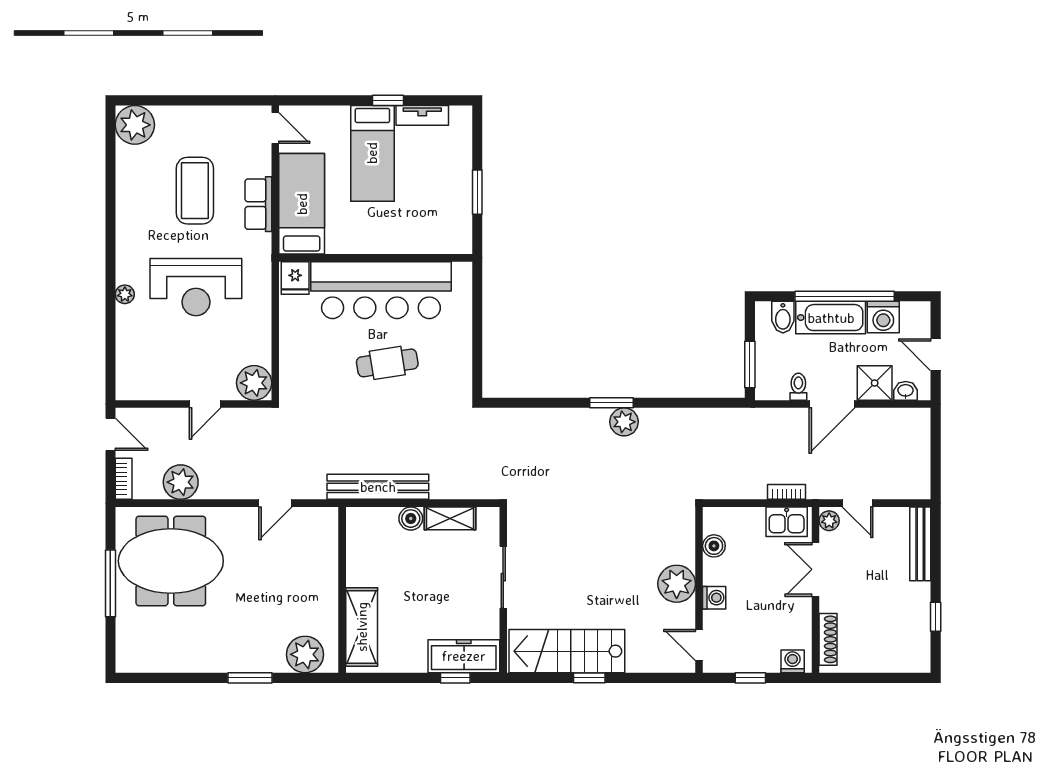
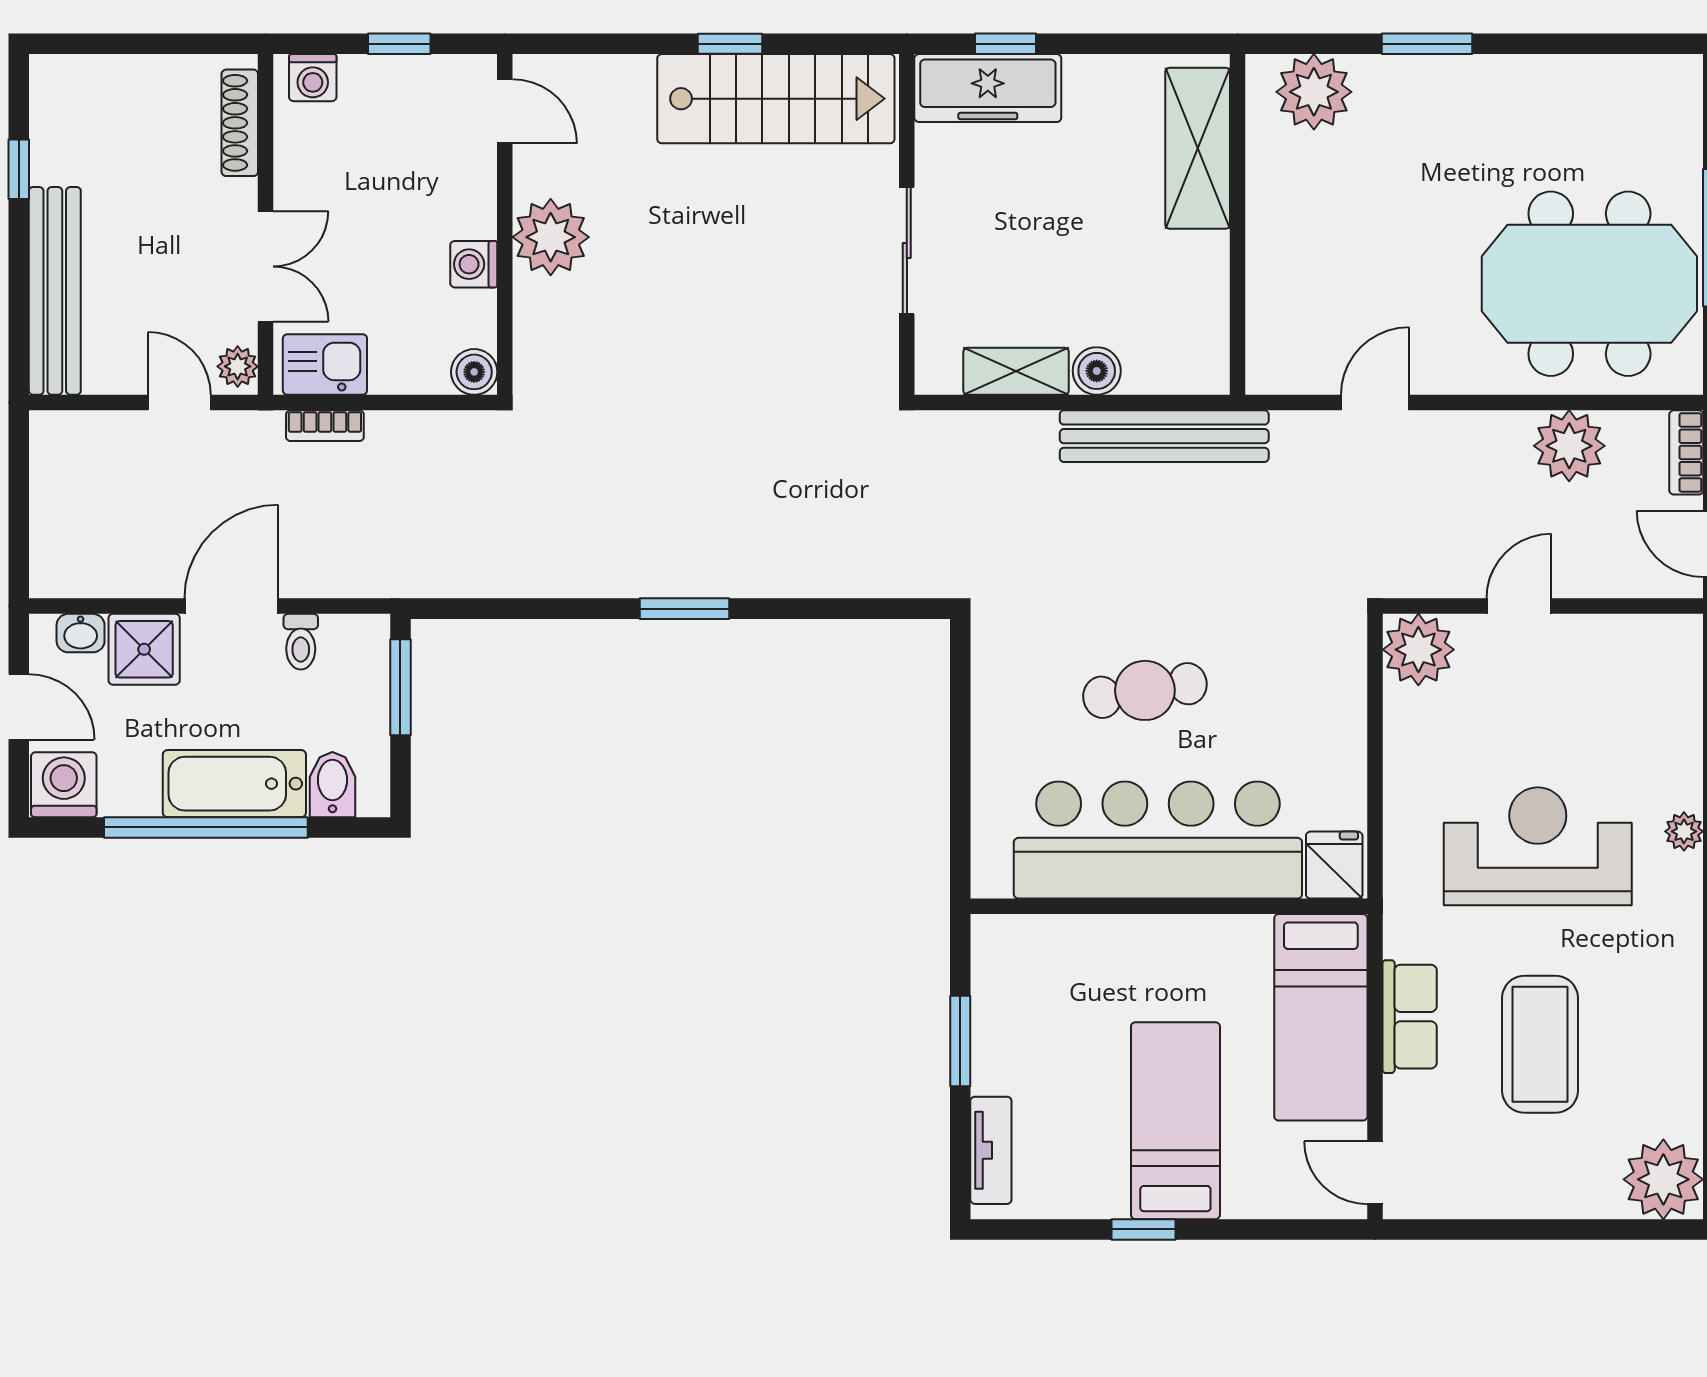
tv unit: (422, 115) -> (991, 1150), moved, turned 90
washing machine: (883, 317) -> (64, 785), moved
plant: (624, 422) -> (659, 569), removed
bench: (920, 544) -> (55, 291), width x1.37, depth x1.21
boiler: (714, 546) -> (474, 372), moved
washing machine: (714, 598) -> (474, 264), moved

